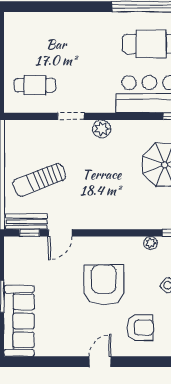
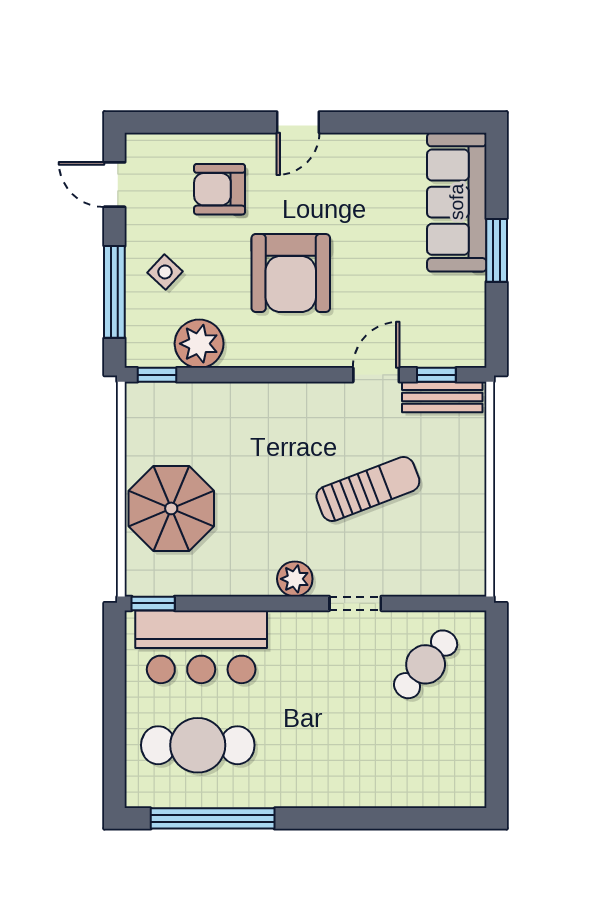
cafe table: (35, 85) -> (426, 664), turned -49
sun lounger: (39, 180) -> (368, 489), moved
plant: (151, 243) -> (199, 344), width x1.87, depth x1.87

